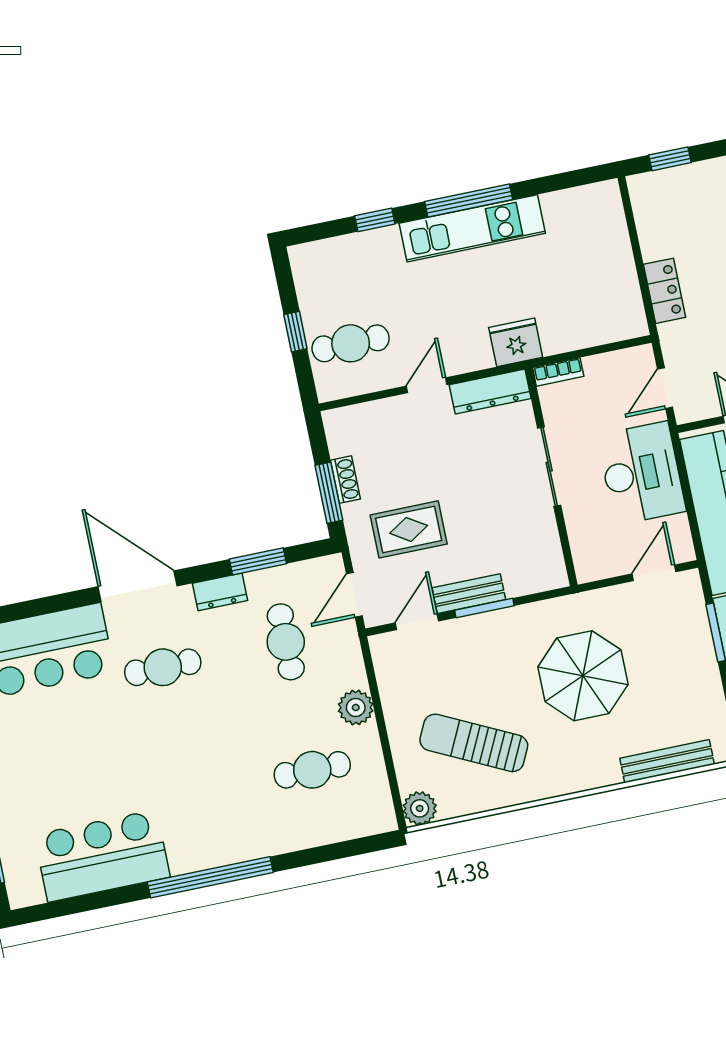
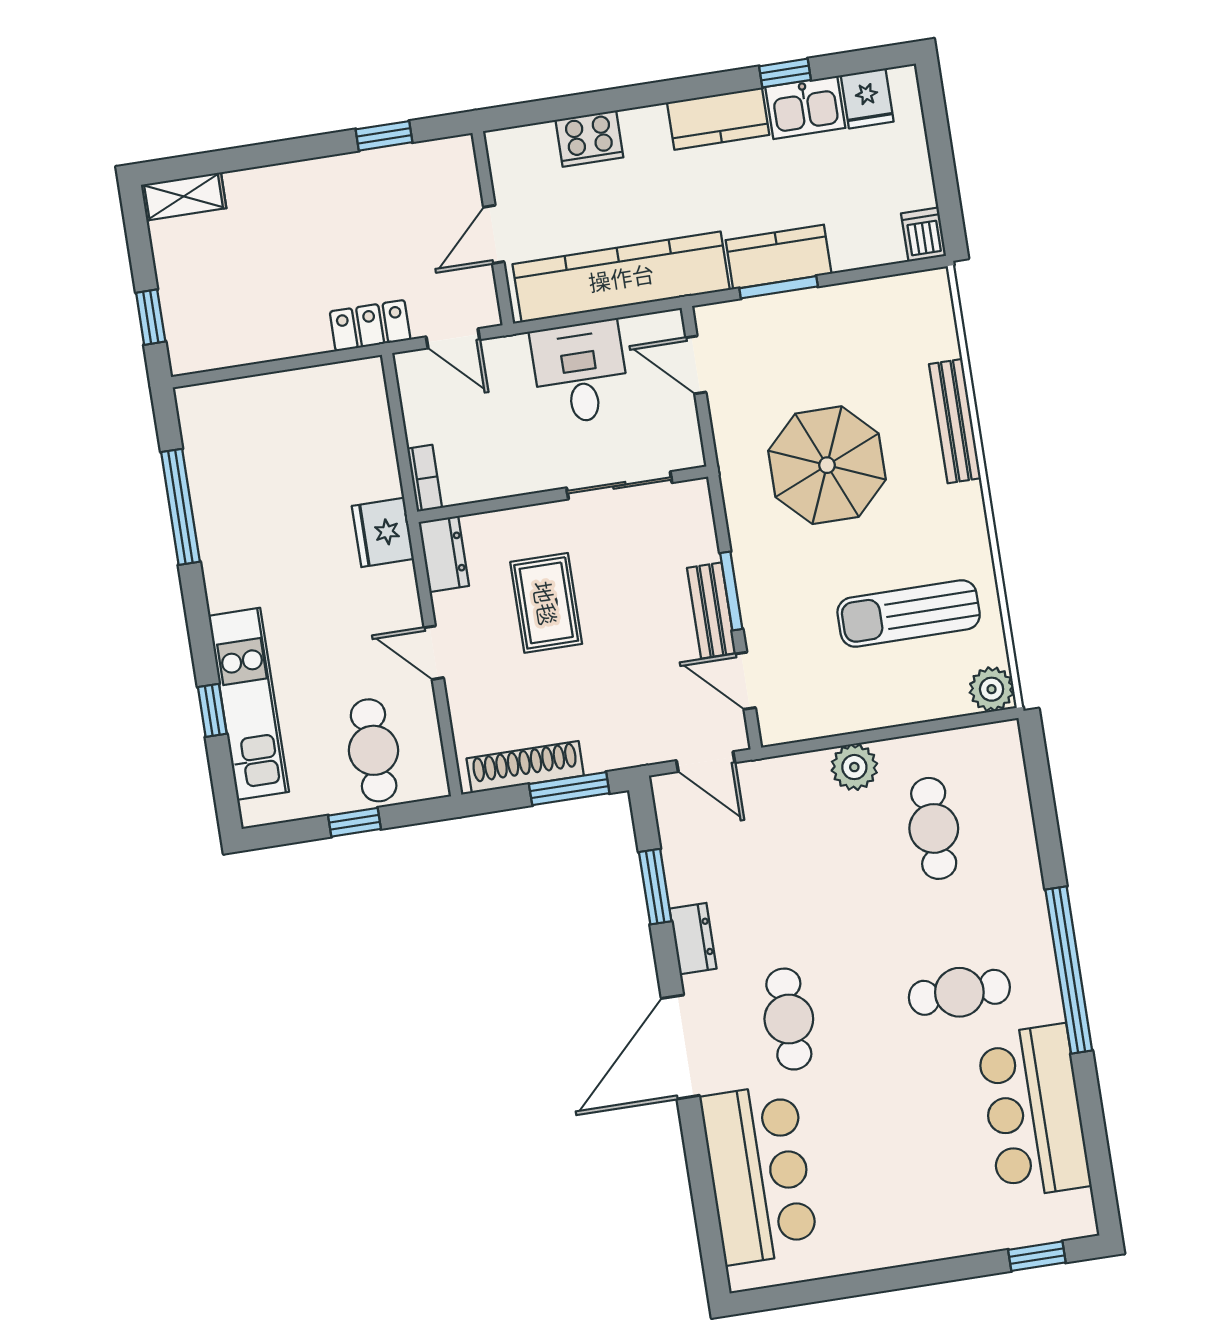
window: (469, 200) -> (180, 507), moved
kitchen unit: (472, 228) -> (249, 704), moved
locker: (665, 291) -> (370, 326), moved
dresser: (490, 392) -> (444, 554), width x0.70
sliding door: (549, 467) -> (619, 485), moved
desk: (641, 473) -> (580, 372), width x0.73
shoe rack: (345, 480) -> (525, 767), width x1.94, depth x1.24
rug: (409, 529) -> (546, 603), moved
cafe table: (286, 642) -> (959, 992), moved
sun lounger: (474, 743) -> (909, 614), turned 64
bench: (667, 761) -> (955, 421), moved

